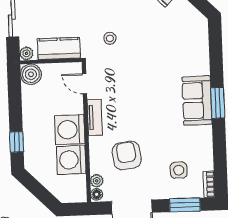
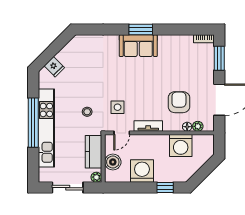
boiler: (31, 74) -> (113, 162), moved
washing machine: (70, 130) -> (142, 171), moved, turned 180
armchair: (127, 155) -> (179, 102), turned 98
side table: (179, 170) -> (118, 107), moved
floor lamp: (97, 194) -> (187, 127), moved

